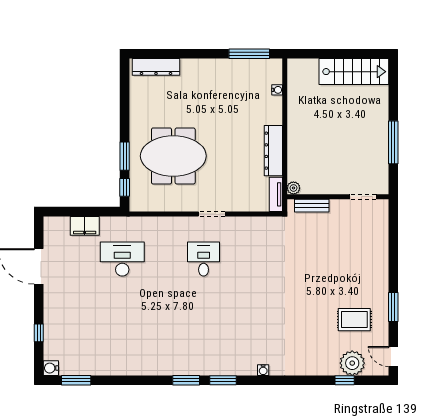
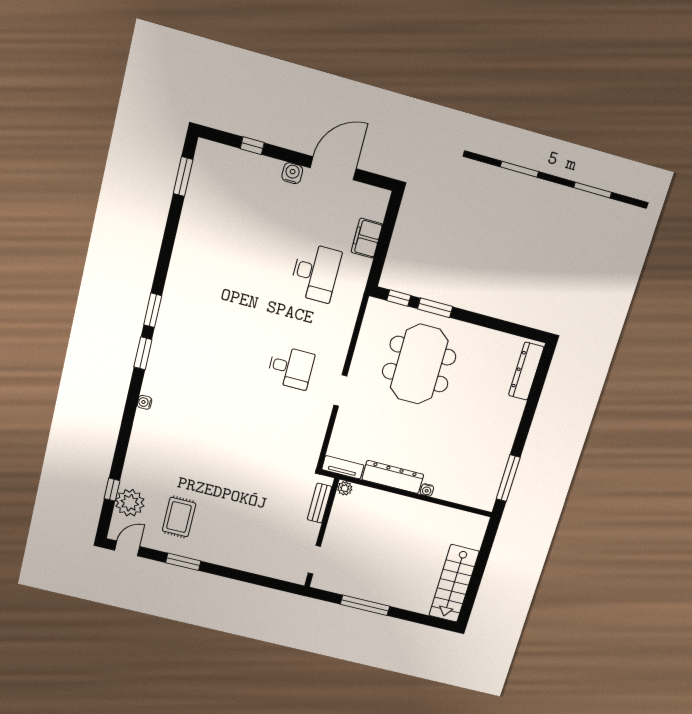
water cooler: (277, 90) -> (427, 490), moved
water cooler: (51, 368) -> (292, 173), moved

